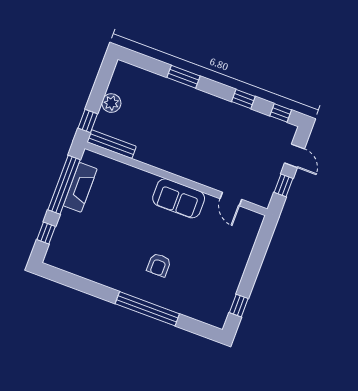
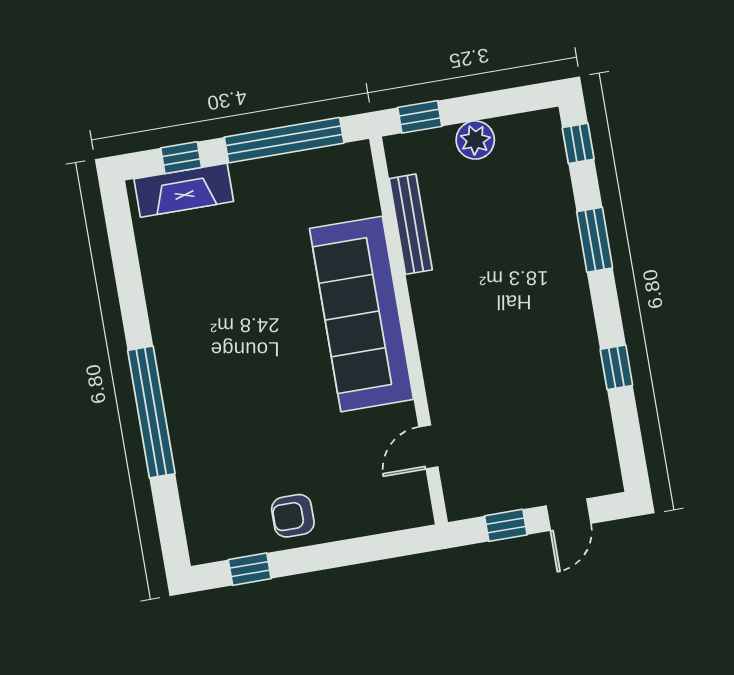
window: (281, 113) -> (578, 143), moved
bench: (112, 144) -> (411, 224), moved
fireplace: (80, 187) -> (184, 190), moved
sofa: (179, 198) -> (362, 314), width x1.85, depth x1.27
armchair: (159, 265) -> (293, 516), moved

